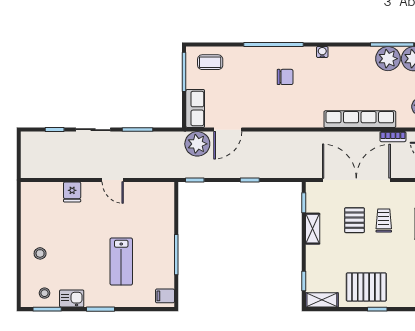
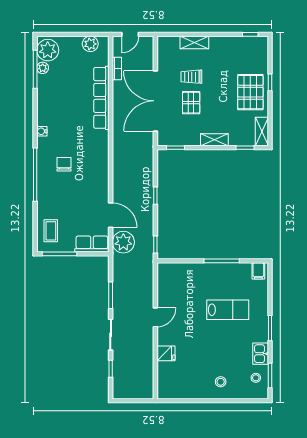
plant: (388, 59) -> (43, 68), width x0.53, depth x0.53
pallet: (354, 220) -> (191, 103), turned 90
shelving: (313, 229) -> (214, 140), moved

